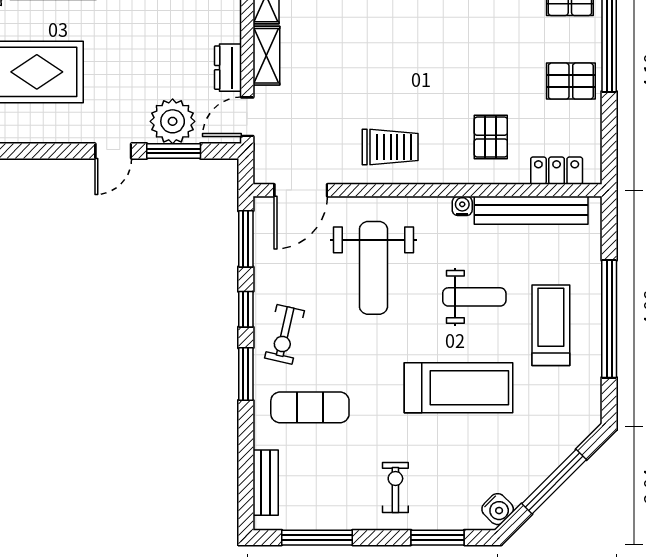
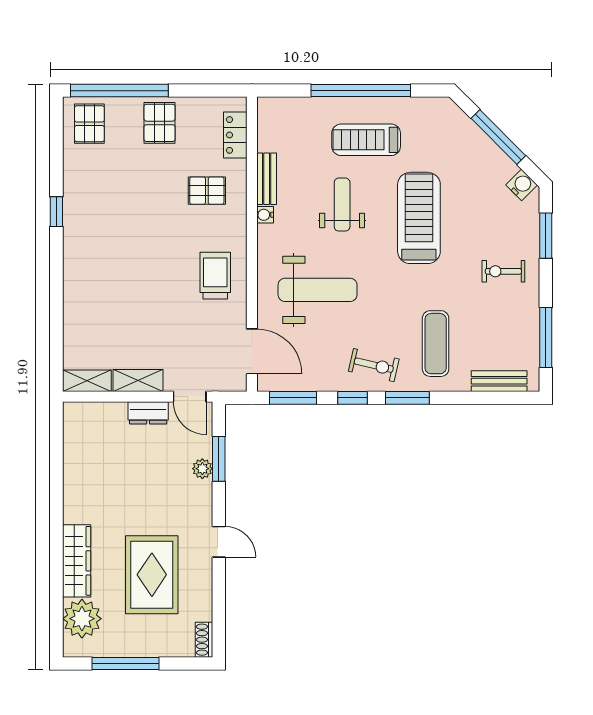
plant: (173, 121) -> (202, 469), width x0.53, depth x0.53
door: (113, 151) -> (219, 542), moved
bench: (531, 210) -> (267, 179), width x0.54, depth x0.82

